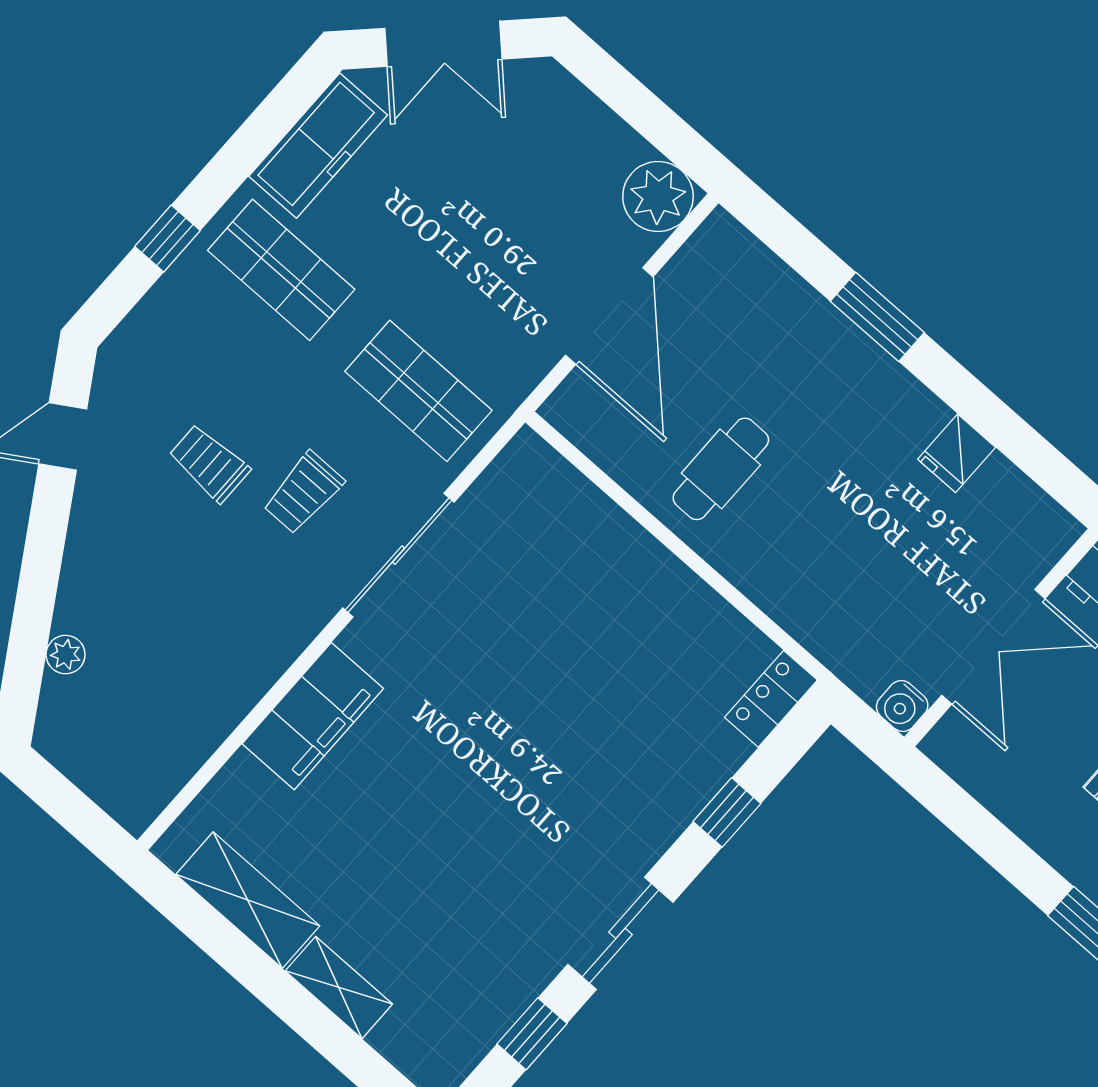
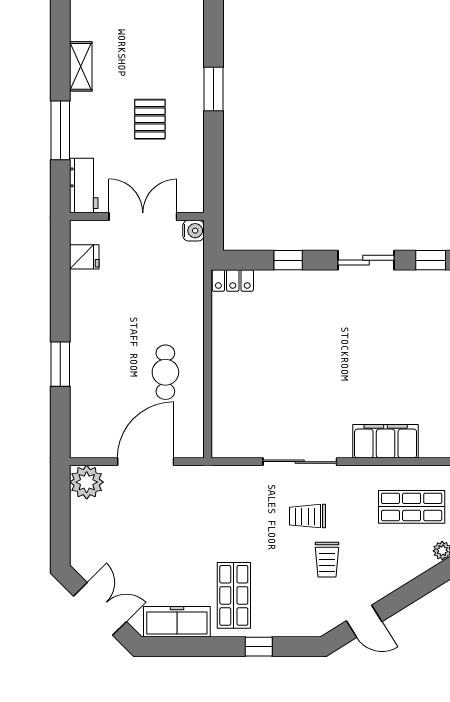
shop shelf: (418, 391) -> (412, 507), moved, turned 90
fridge: (957, 453) -> (84, 257), moved
cafe table: (721, 469) -> (165, 372), turned 90
trolley: (303, 493) -> (308, 516), turned 180

